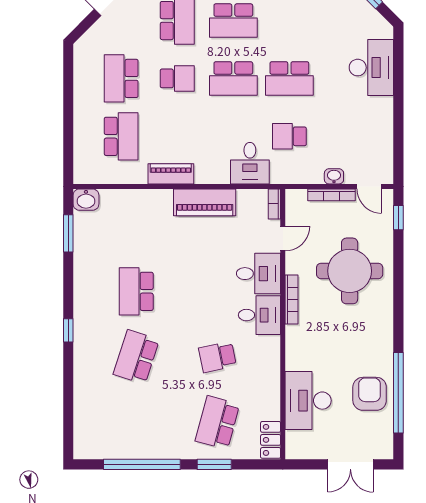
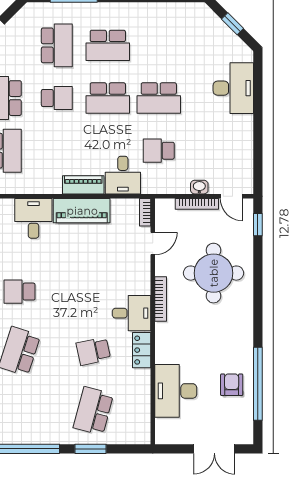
piano: (171, 174) -> (83, 185), moved
desk: (258, 274) -> (33, 218), moved, turned -90
school desk: (136, 291) -> (20, 292), width x0.54
armchair: (370, 394) -> (232, 385), width x0.72, depth x0.72
locker: (271, 440) -> (142, 350), moved

